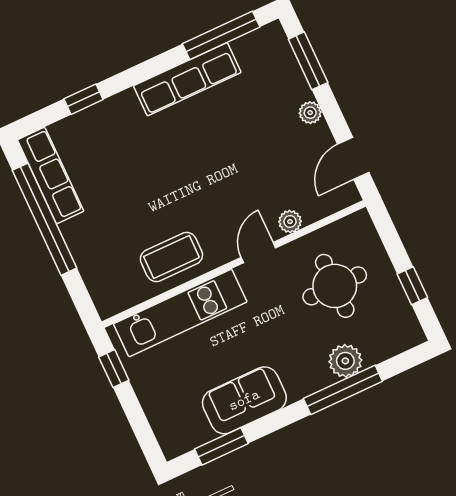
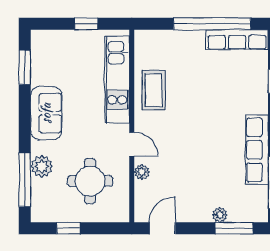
plant: (310, 113) -> (220, 215), moved
door: (353, 158) -> (162, 228), hinge flipped
window: (114, 369) -> (86, 24), moved
window: (343, 390) -> (25, 180), moved
sofa: (244, 400) -> (46, 113), moved

